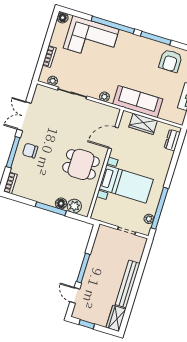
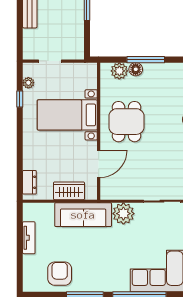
plant: (104, 97) -> (123, 214), width x1.88, depth x1.88
dining table: (81, 164) -> (127, 122), turned 90
window: (160, 208) -> (20, 99), width x0.32

